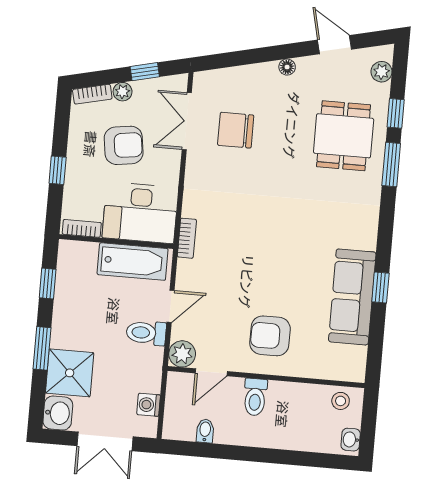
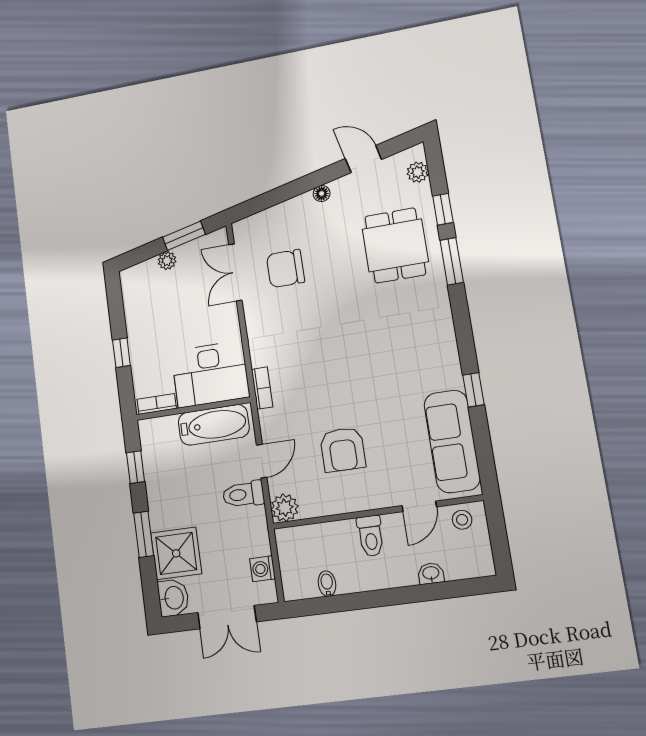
window: (145, 72) -> (184, 236), width x1.50
bookcase: (92, 94) -> (139, 271), removed
armchair: (124, 145) -> (179, 312), removed
sofa: (352, 297) -> (452, 441), moved
armchair: (270, 336) -> (343, 449), moved, turned -90
door: (211, 372) -> (419, 506), moved
washbasin: (351, 440) -> (431, 573), moved, turned 90

